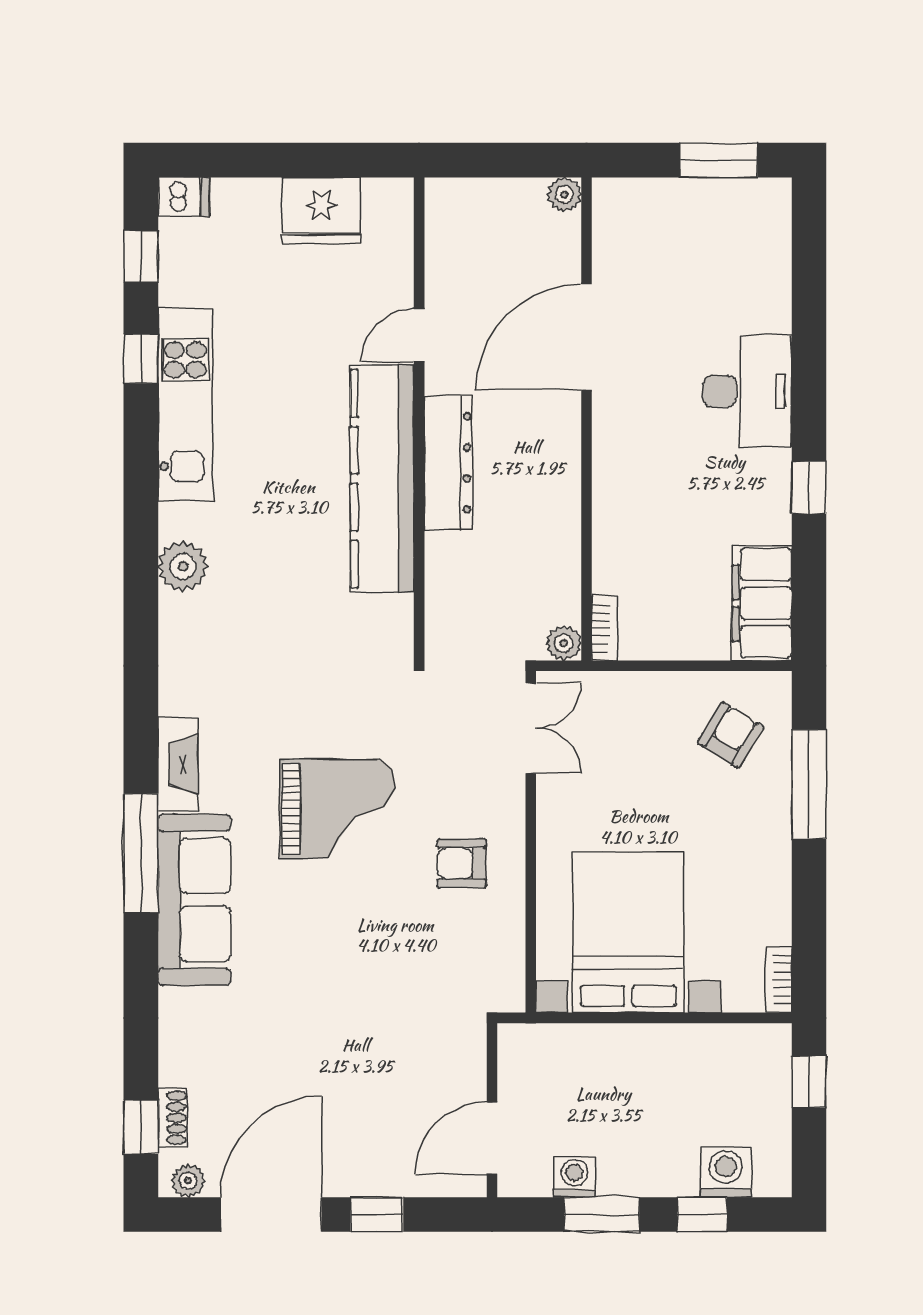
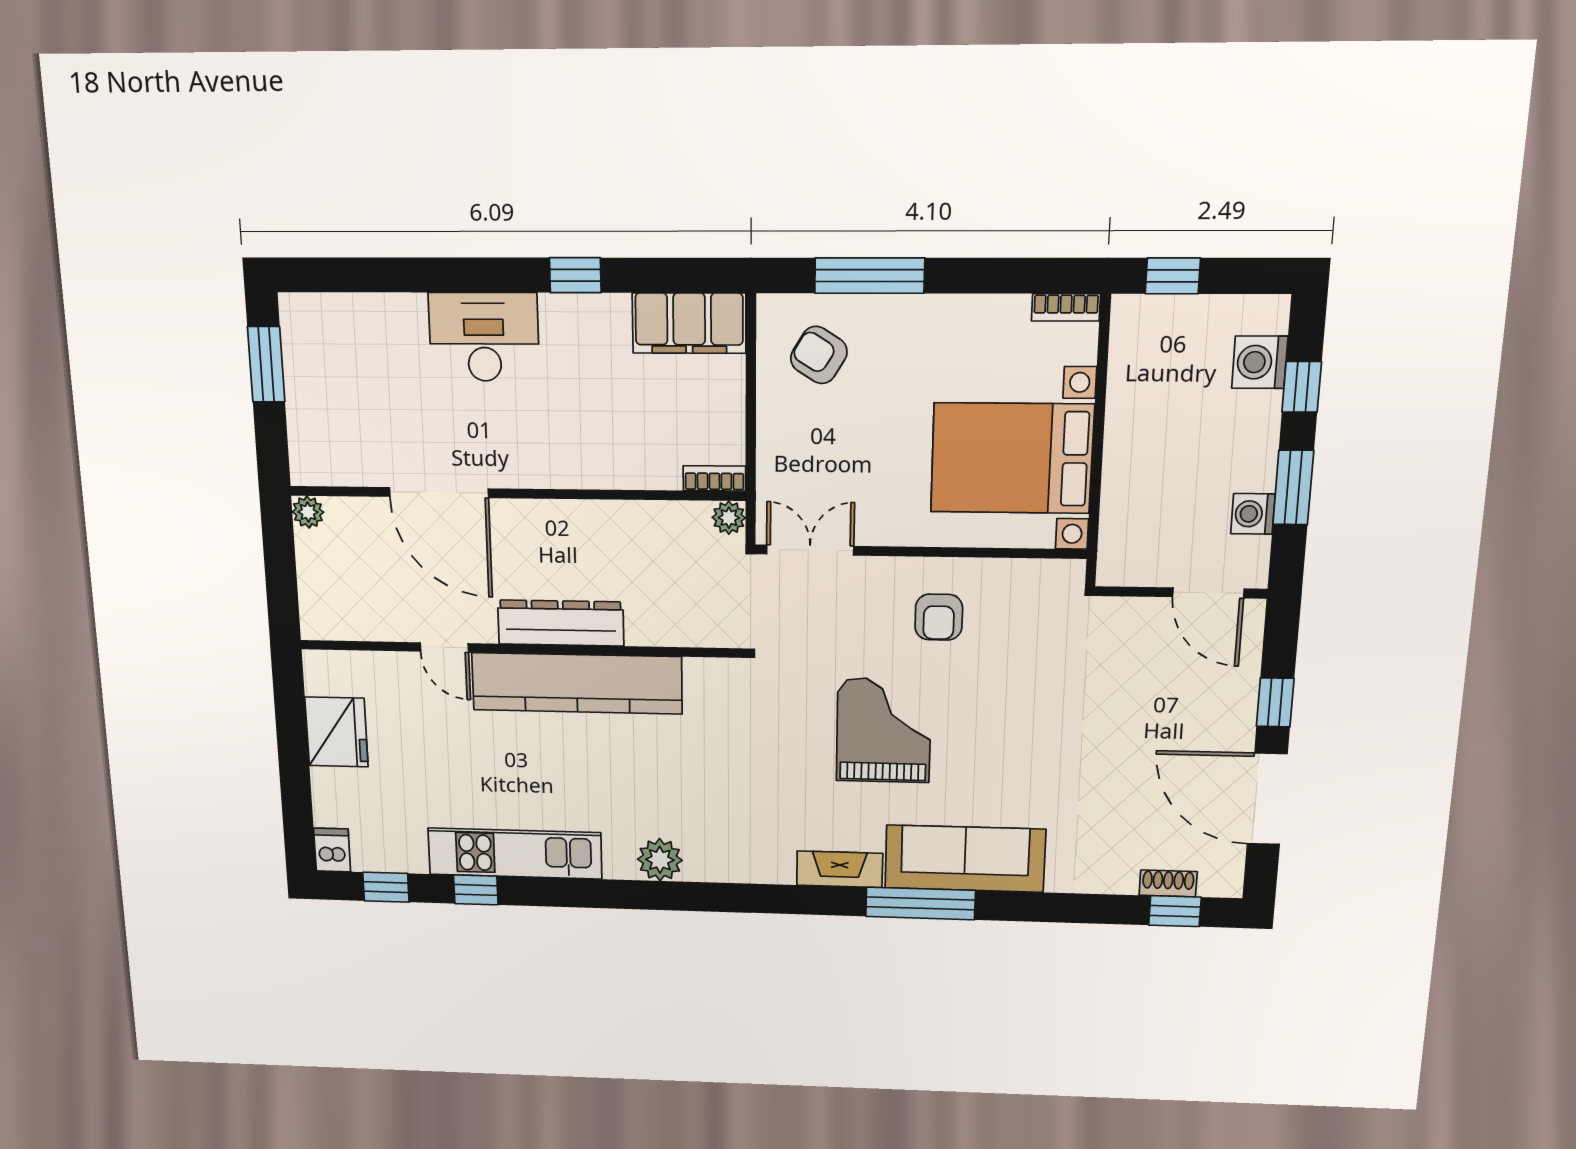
plant: (188, 1181) -> (1229, 872), removed

